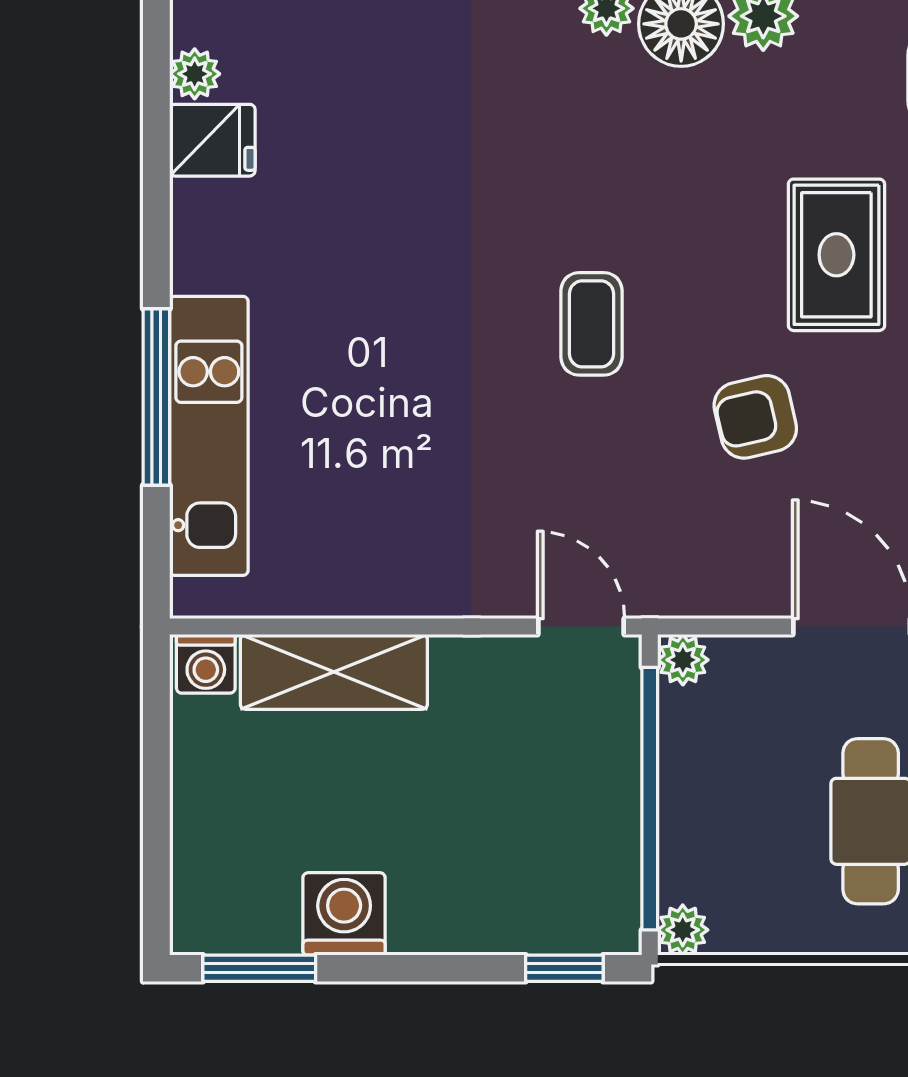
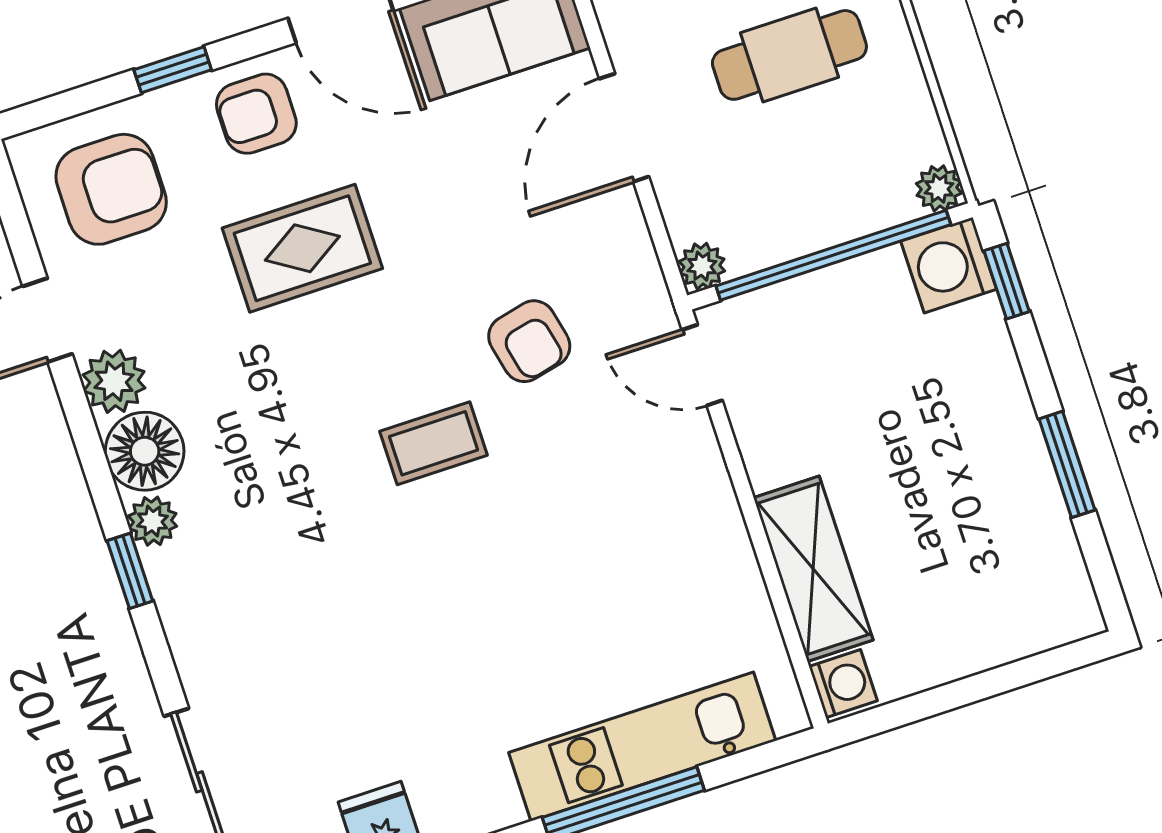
armchair: (755, 417) -> (529, 341), moved
door: (581, 627) -> (702, 365), hinge flipped
washing machine: (344, 914) -> (949, 265), moved
window: (259, 968) -> (1067, 464), moved

